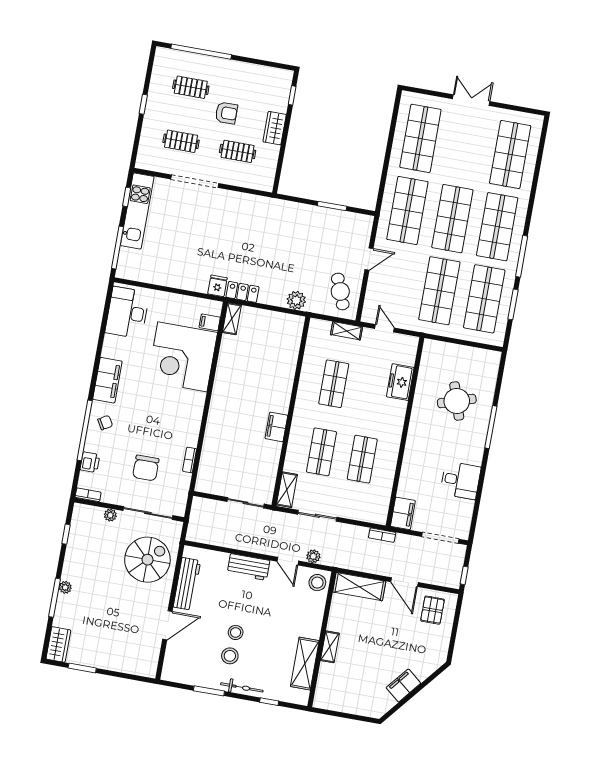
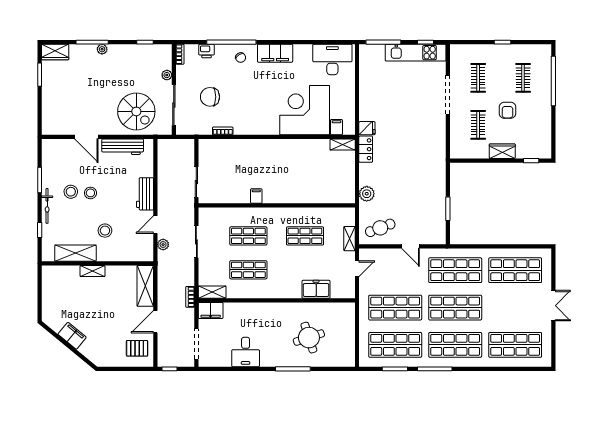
filing cabinet: (276, 427) -> (256, 196), width x0.50
shelving: (287, 490) -> (212, 292), moved
stool: (317, 583) -> (105, 231), moved

